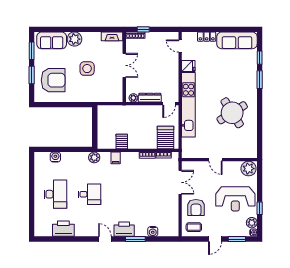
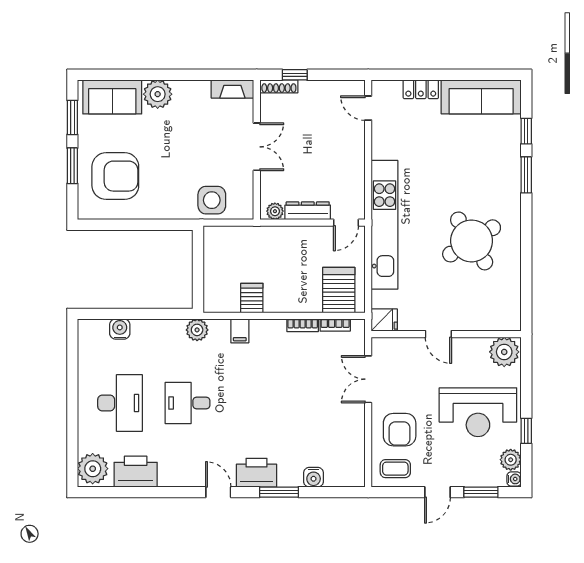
fridge: (188, 66) -> (384, 320), moved
side table: (87, 69) -> (212, 200), moved
double door: (180, 182) -> (368, 379), swing flipped
desk: (89, 194) -> (188, 403), turned 180
plant: (42, 227) -> (93, 469), added

